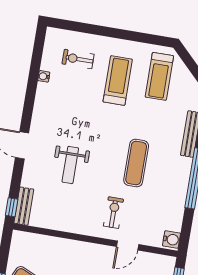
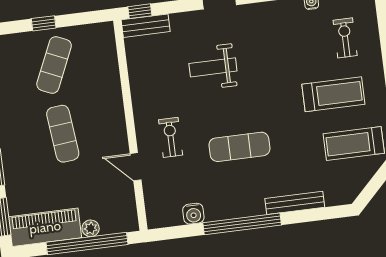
exercise bike: (113, 213) -> (171, 137), turned -90
water cooler: (171, 239) -> (193, 214), moved

